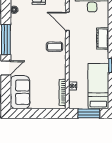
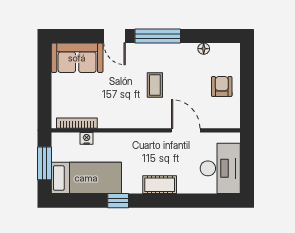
door: (67, 21) -> (186, 130), hinge flipped
coffee table: (54, 47) -> (155, 85), moved

